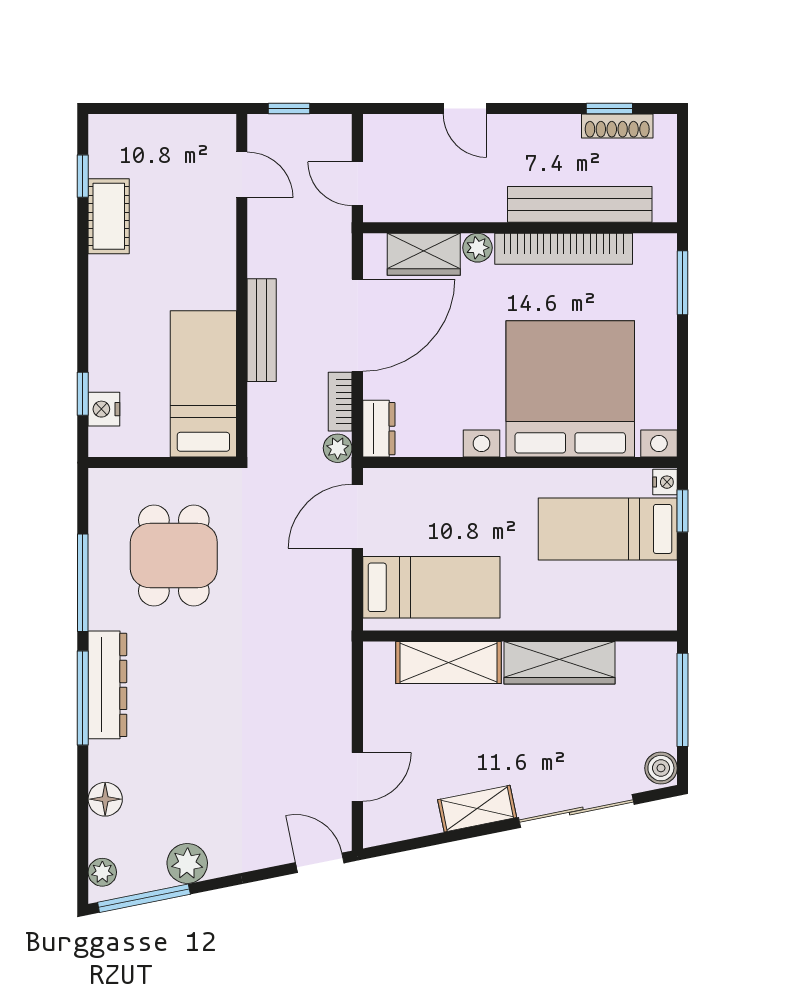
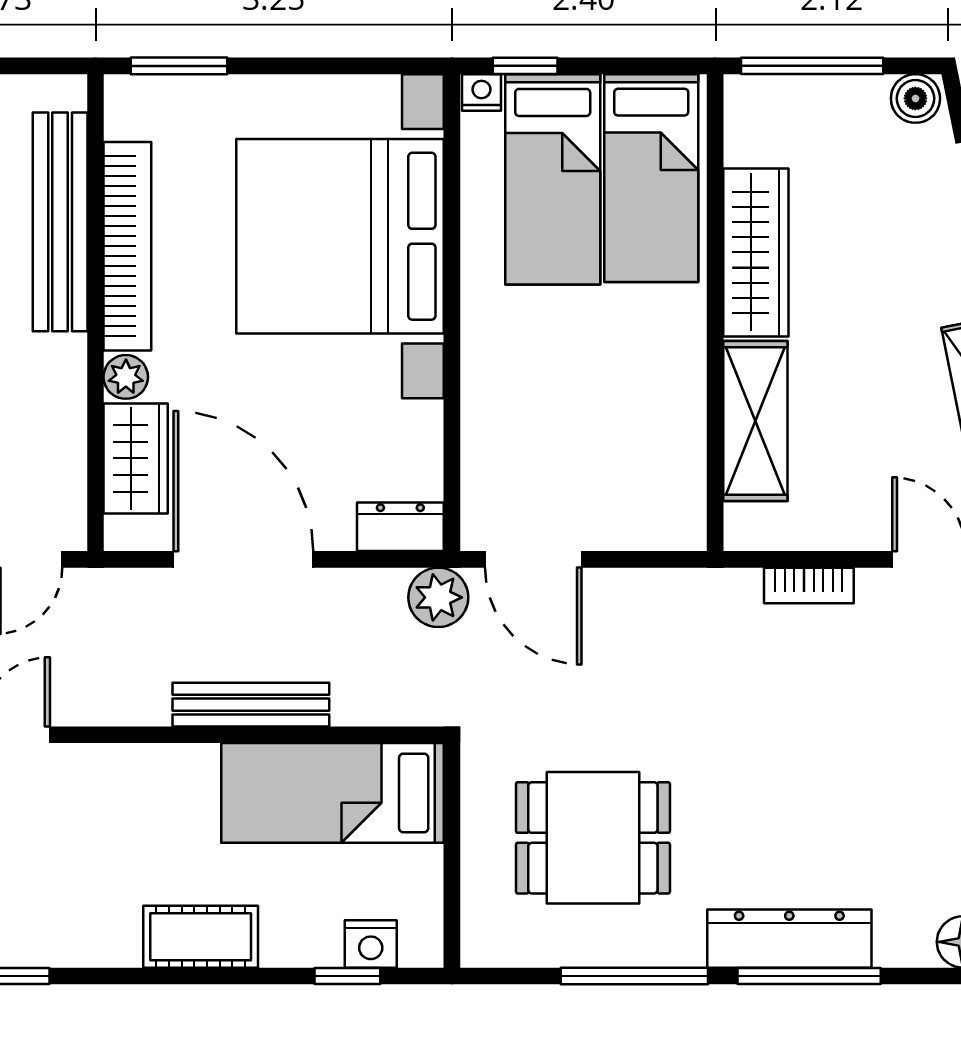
cot: (109, 216) -> (201, 937), moved
bookcase: (340, 402) -> (809, 585), moved
plant: (338, 448) -> (438, 597), width x1.38, depth x1.38
bed: (431, 587) -> (651, 178), moved, turned 180

